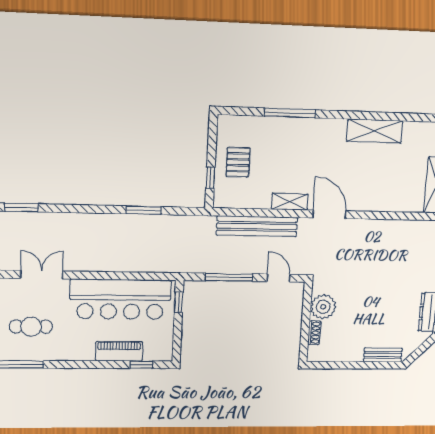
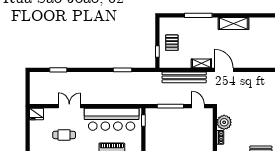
shelving: (375, 131) -> (233, 24), moved

